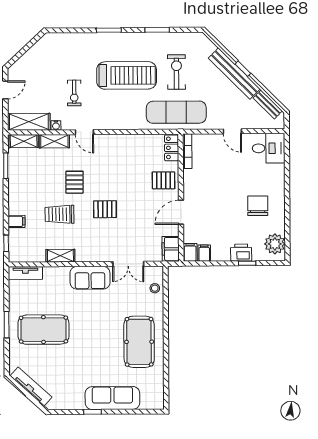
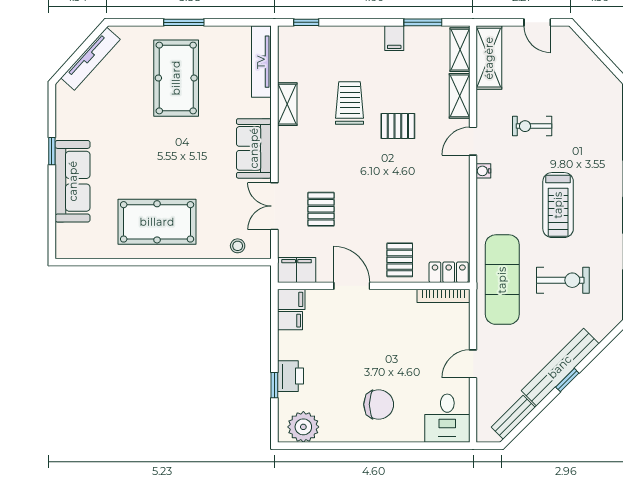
treadmill: (127, 75) -> (558, 205), width x0.73, depth x0.73
water cooler: (56, 125) -> (483, 171), moved
chair: (258, 206) -> (379, 404), moved
pallet: (105, 209) -> (321, 209), moved
filing cabinet: (16, 221) -> (394, 38), moved
tv unit: (25, 273) -> (261, 62), width x1.41

